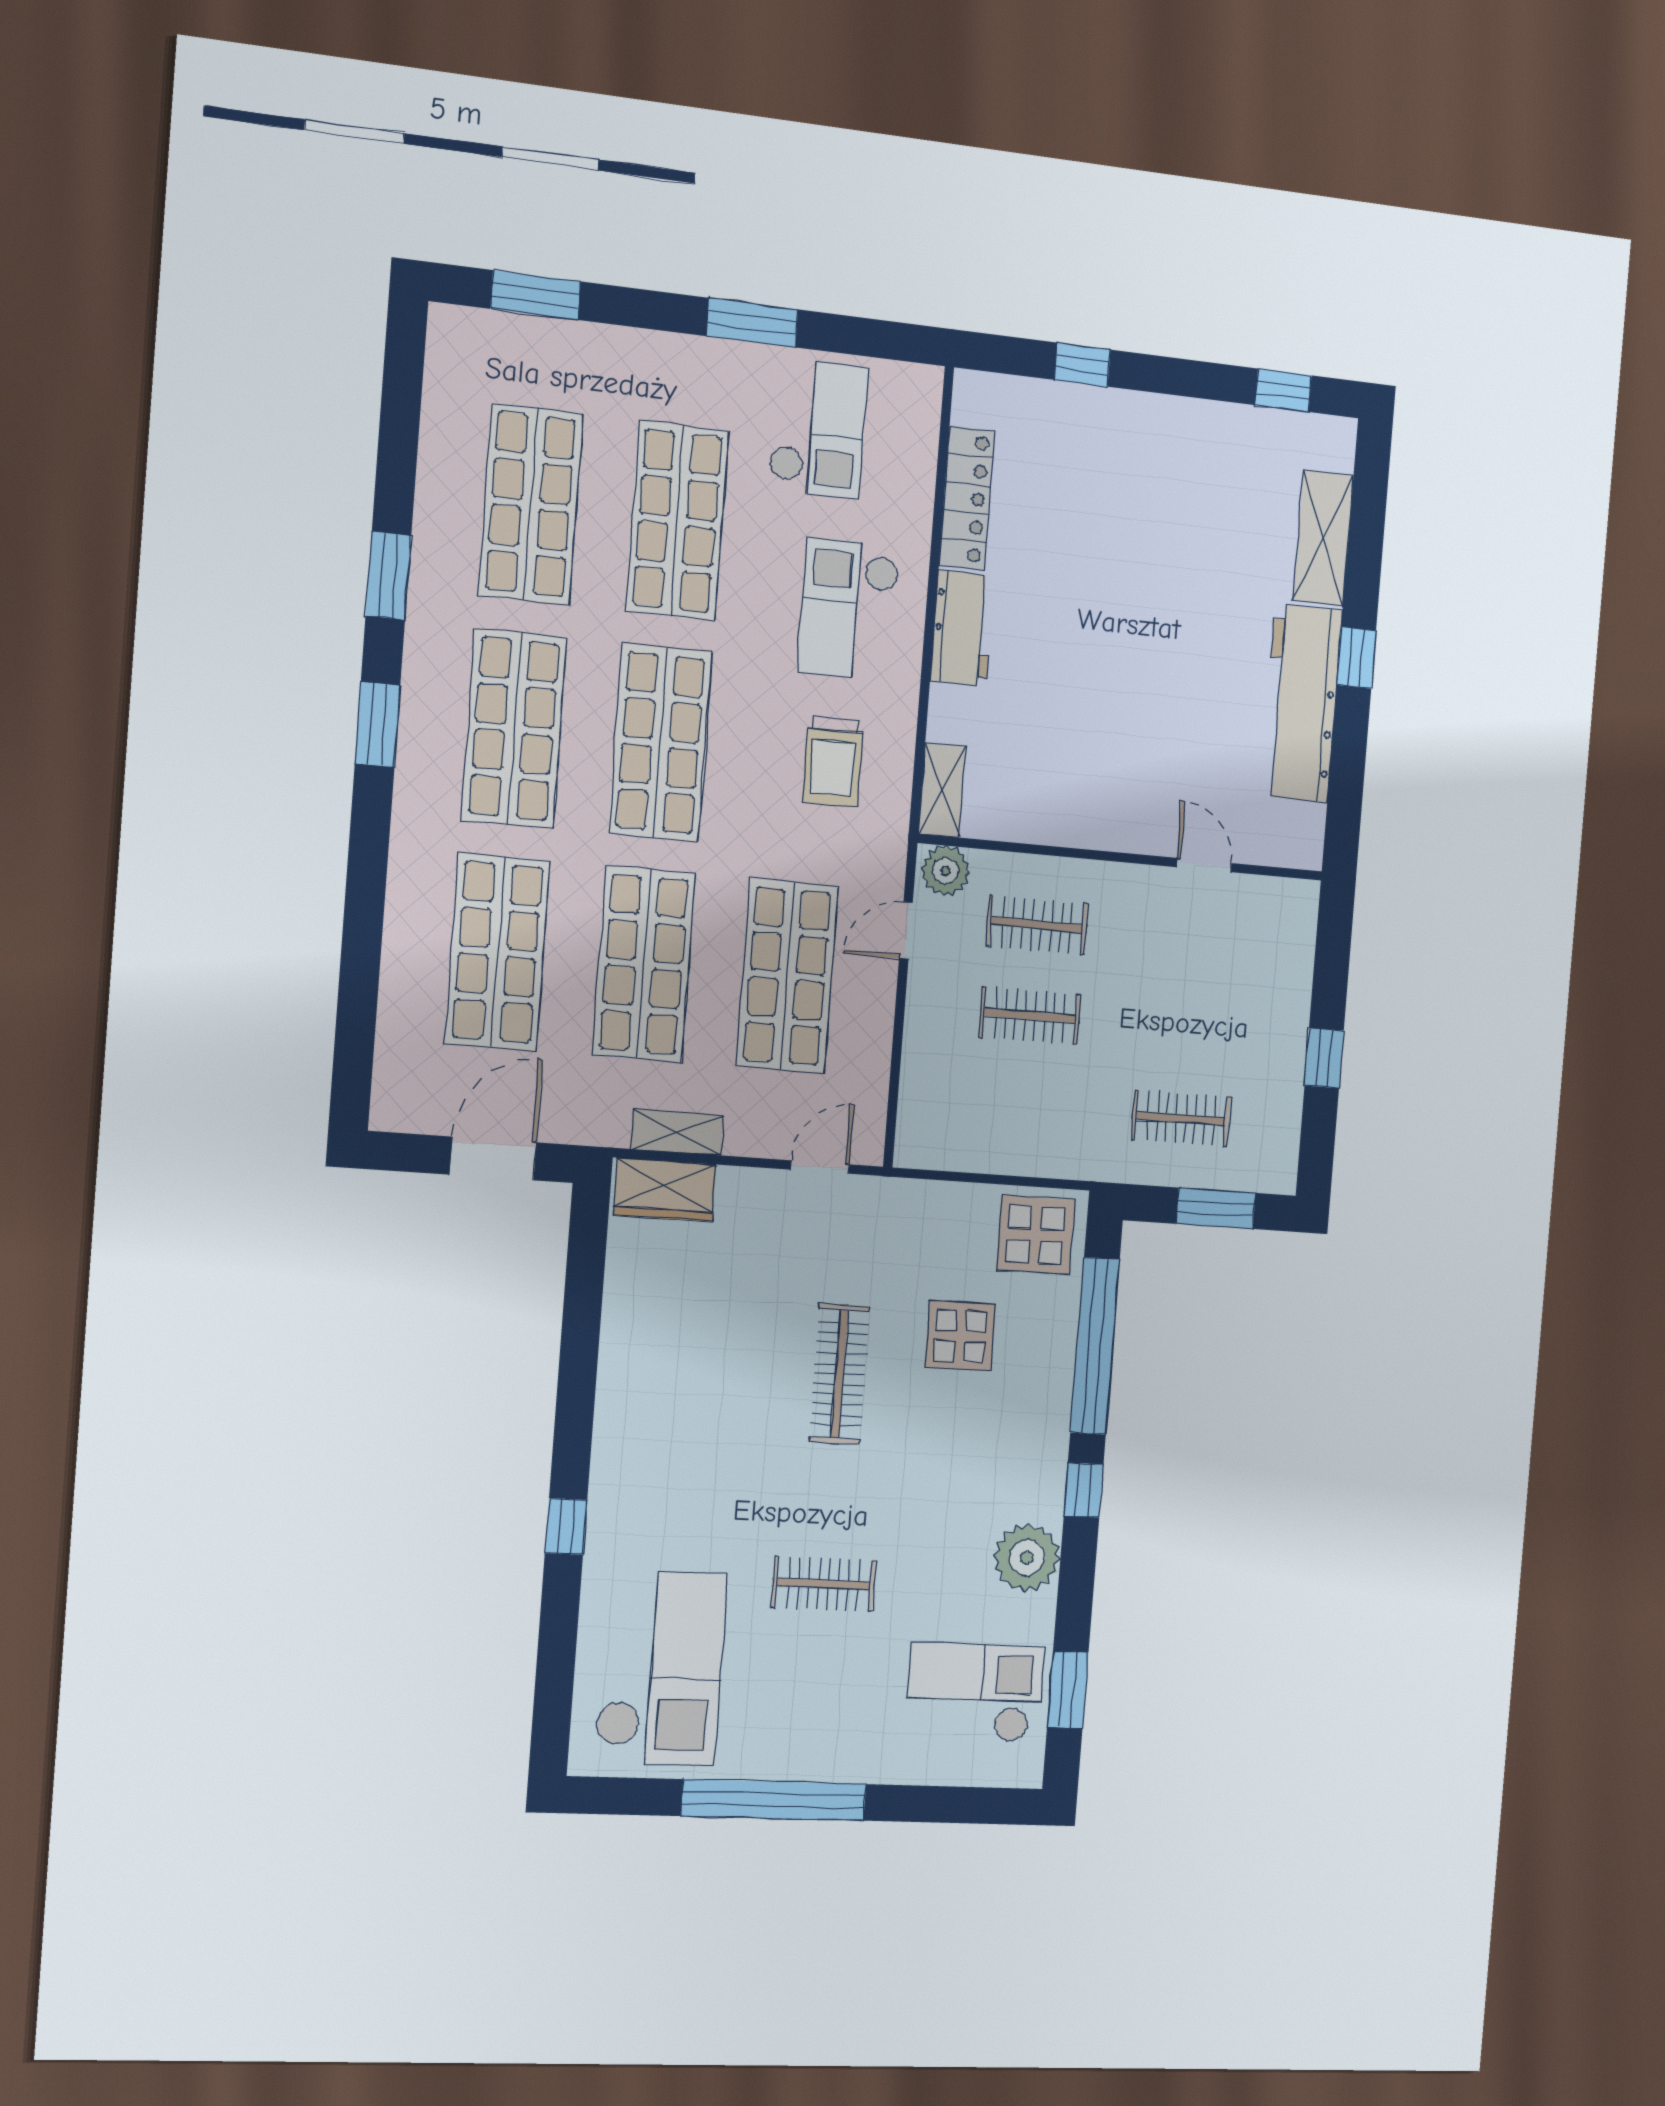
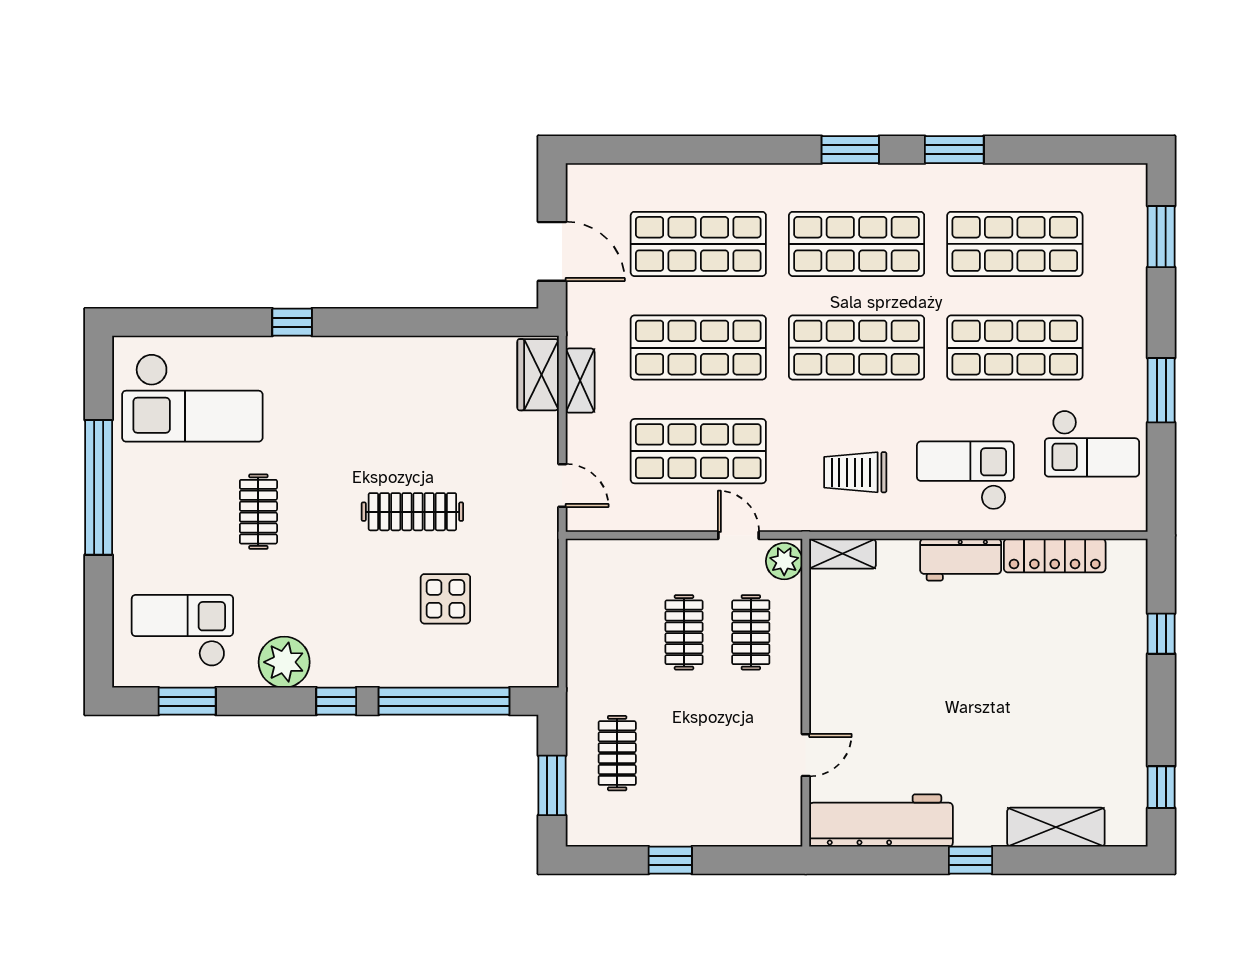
workbench: (1302, 703) -> (881, 821), moved
display table: (1035, 1235) -> (523, 649), removed
checkout: (974, 1693) -> (182, 630), turned -90

